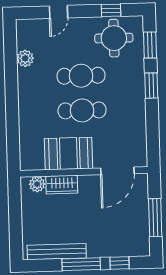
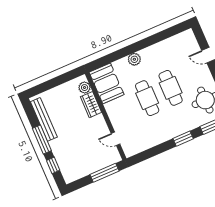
plant: (25, 58) -> (134, 59), moved
booth: (68, 154) -> (107, 83), moved
door: (117, 171) -> (116, 139), width x0.53
window: (155, 218) -> (104, 173), moved

